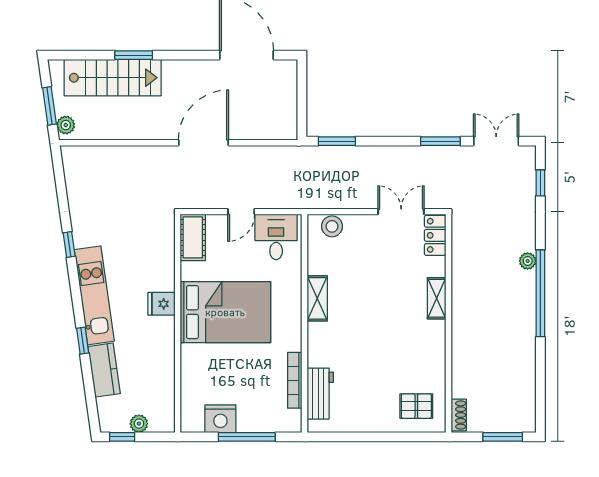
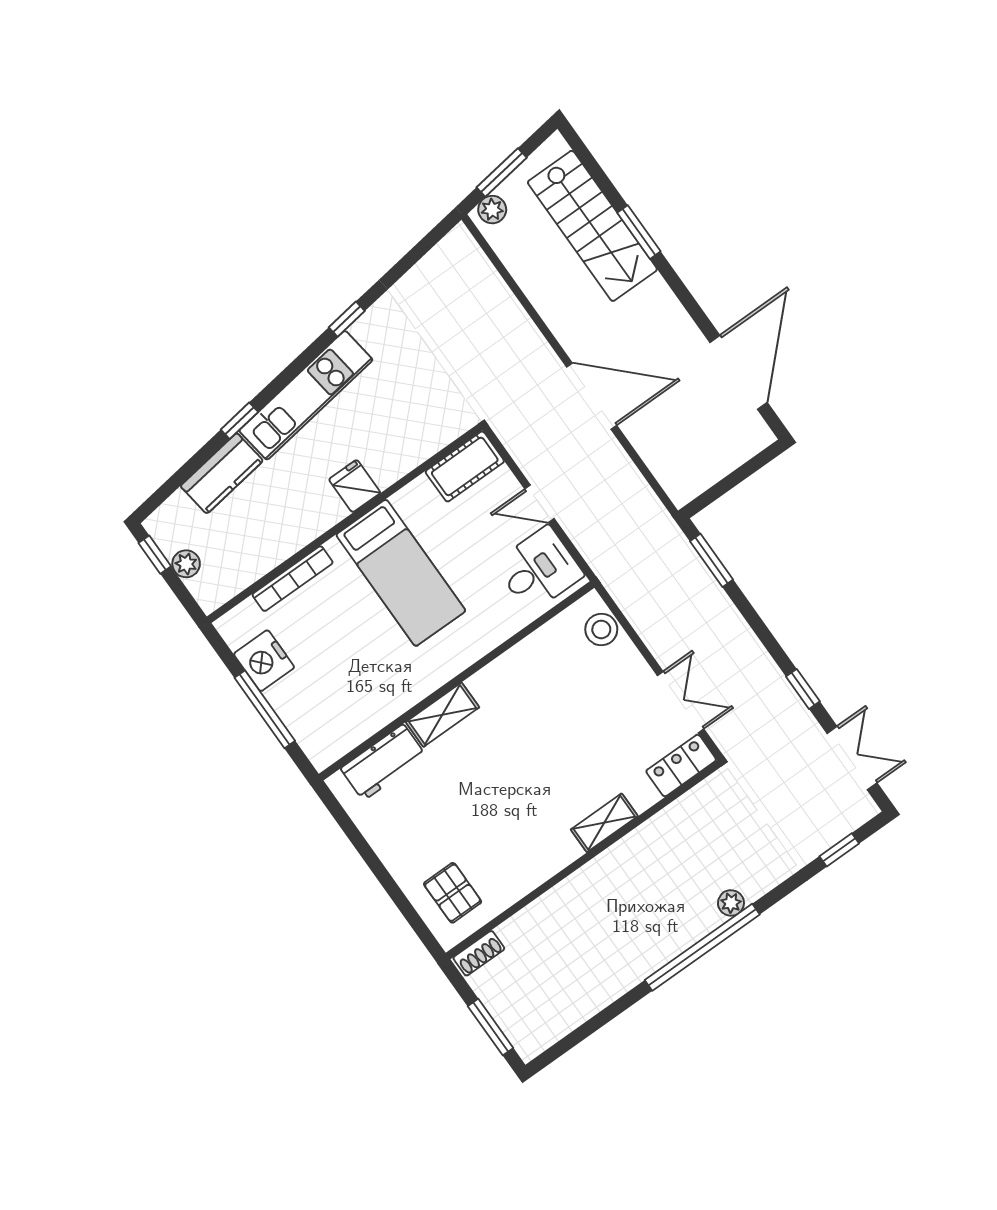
window: (440, 141) -> (803, 689), width x0.67
shelving: (317, 298) -> (442, 715), moved
bed: (225, 312) -> (401, 573), width x0.67
bookcase: (295, 380) -> (293, 579), moved, turned 180

